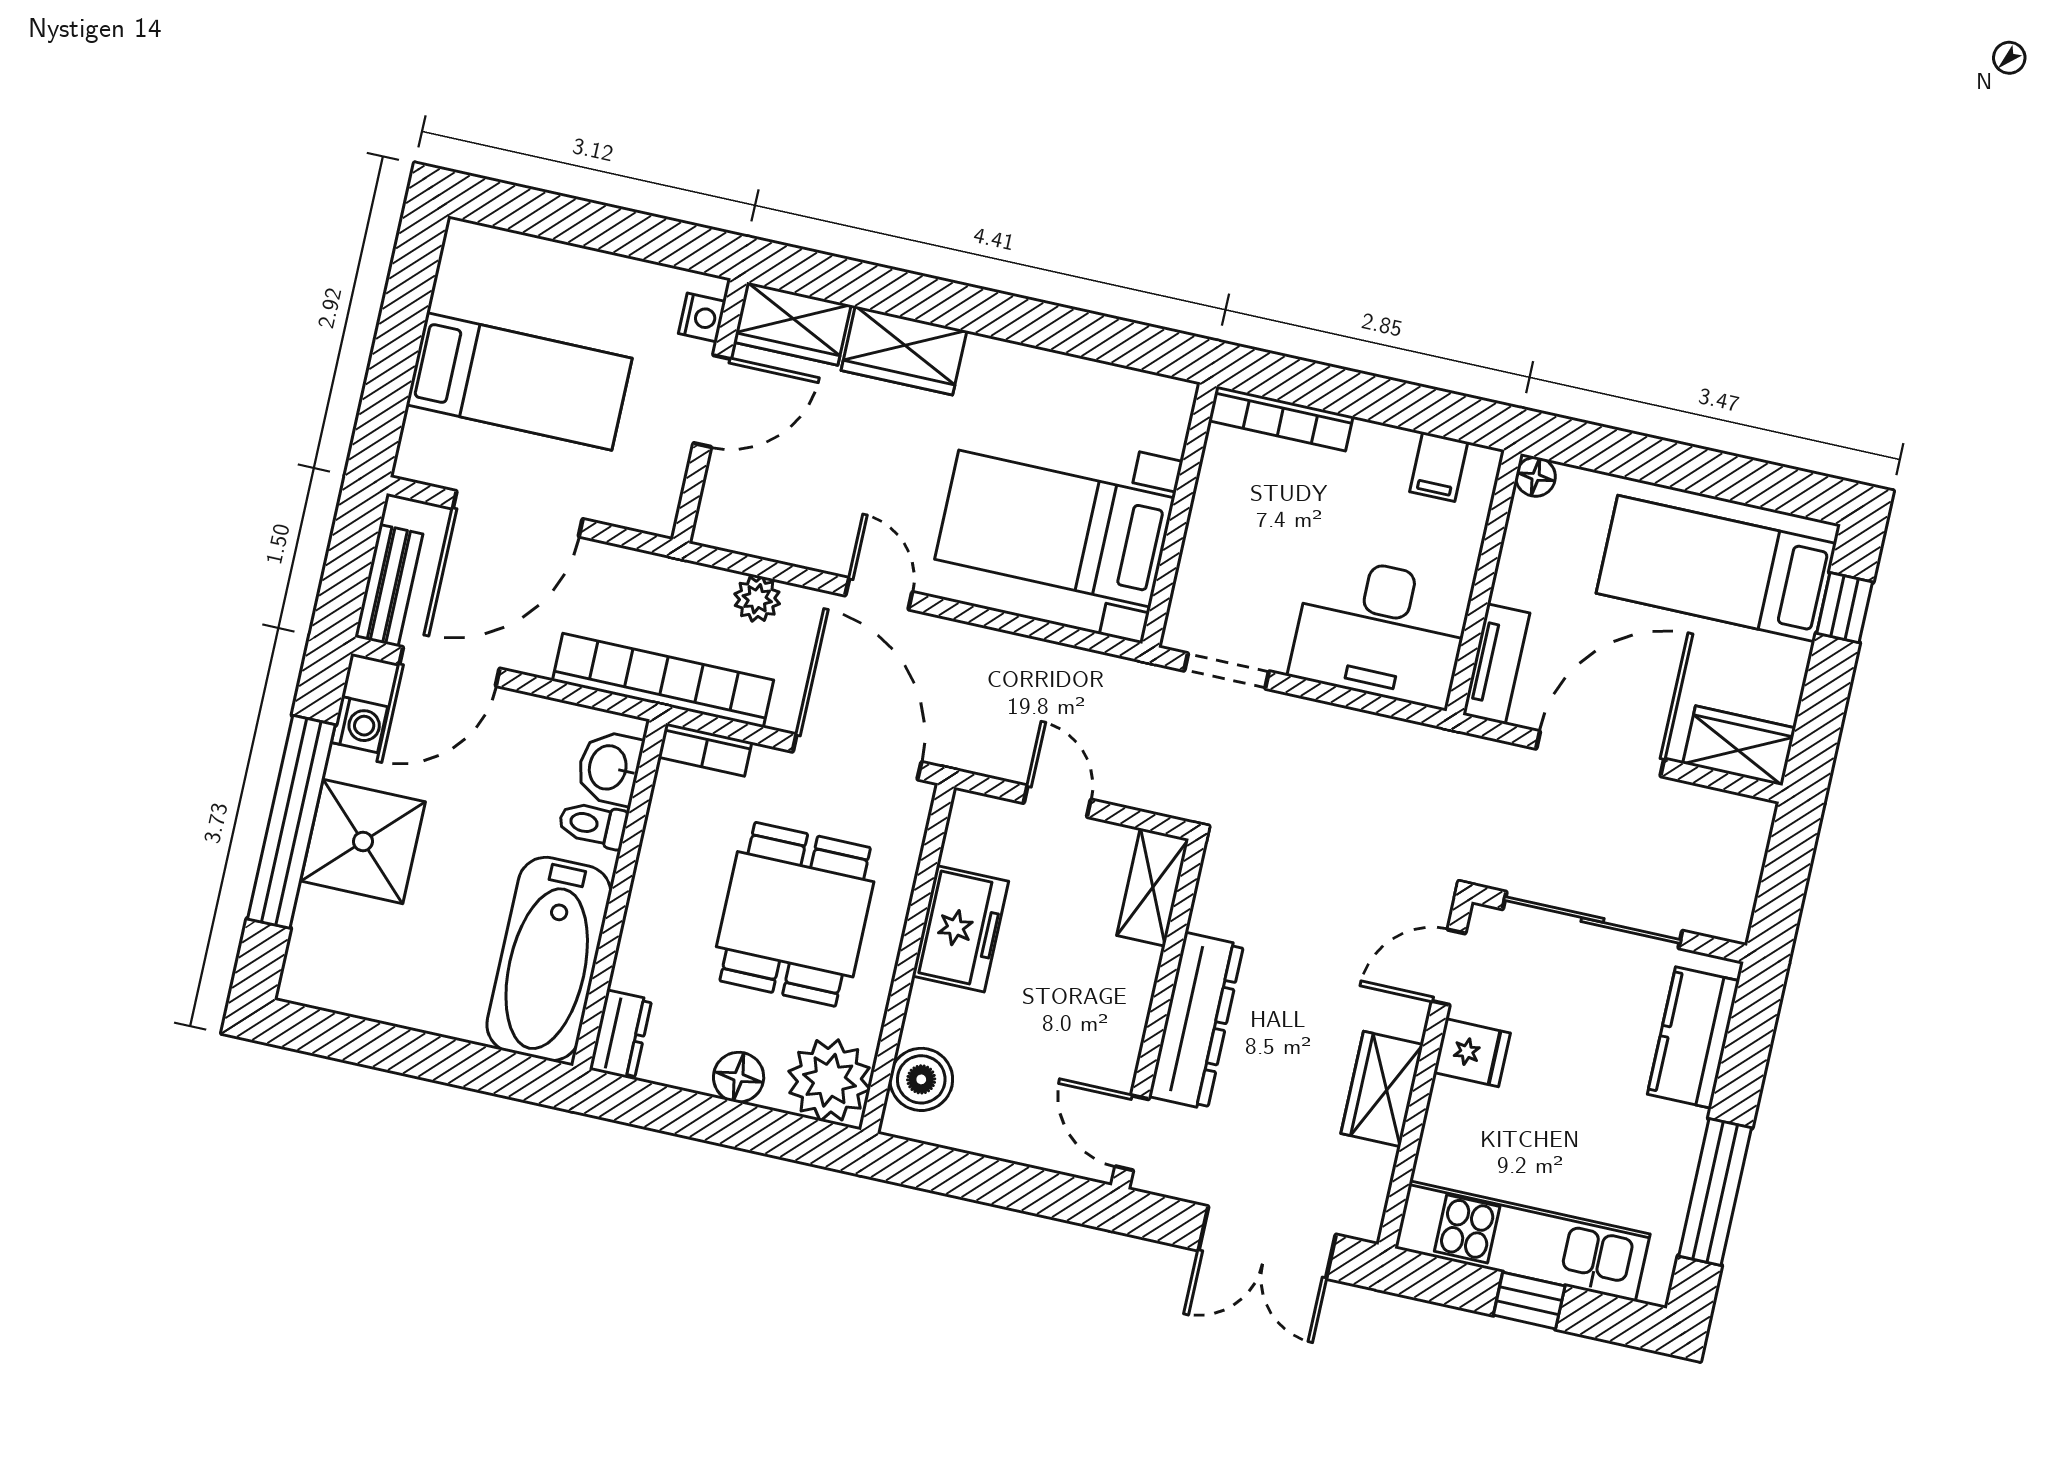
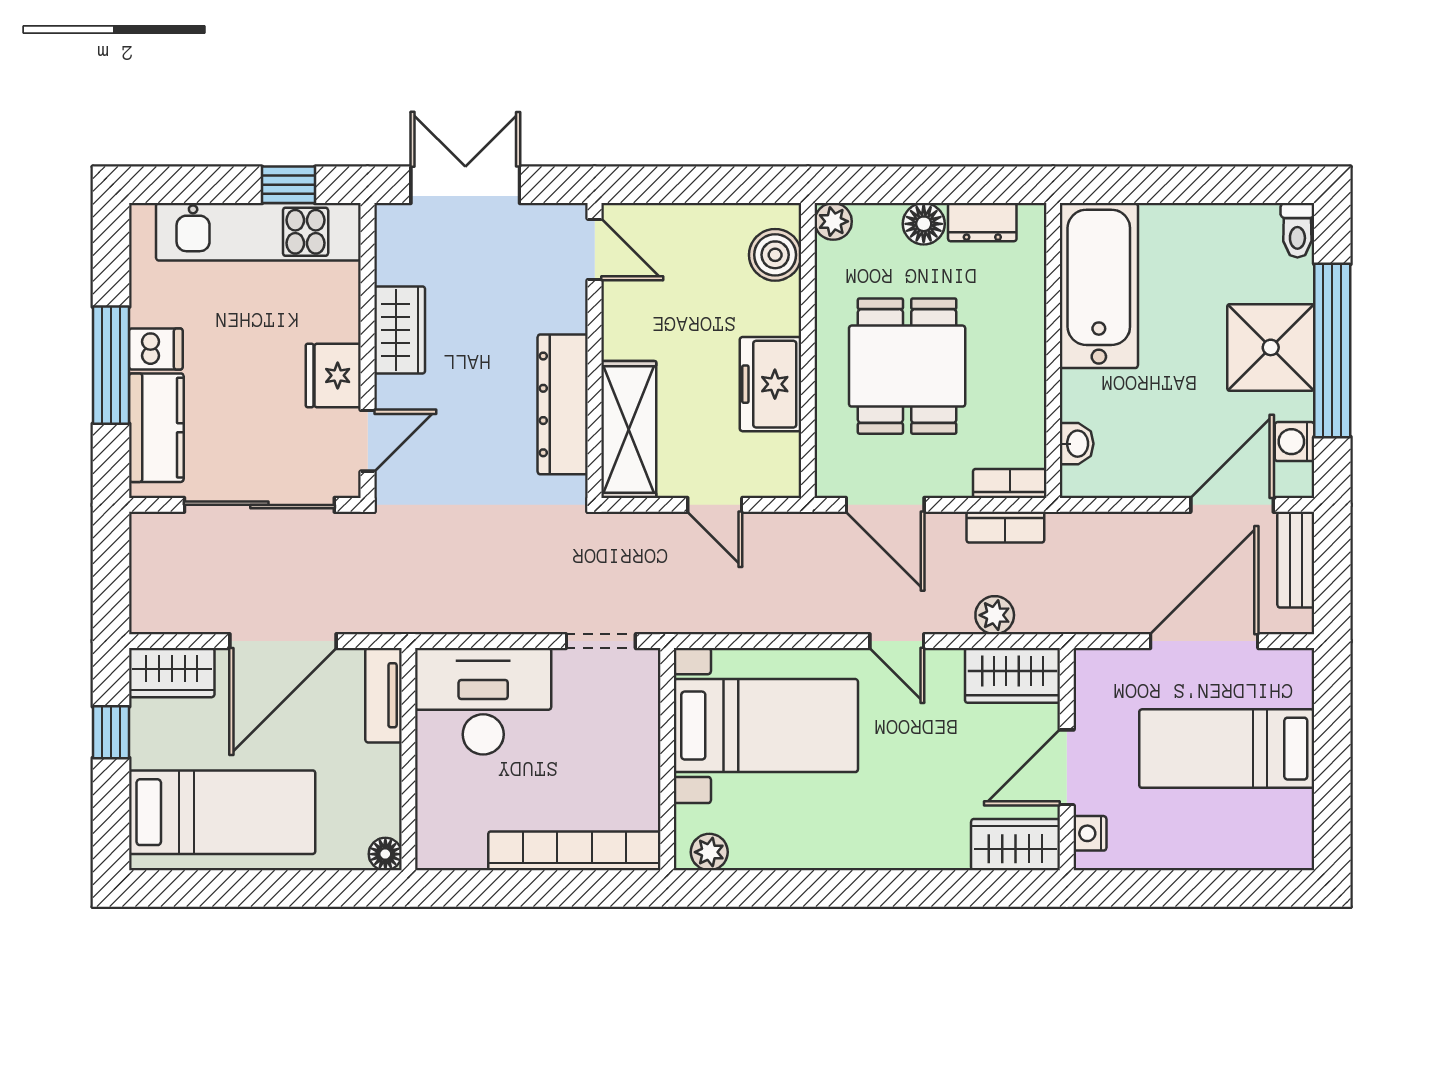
wardrobe: (904, 351) -> (1012, 675), moved, turned 180
plant: (1154, 395) -> (709, 852), added
bookcase: (1281, 419) -> (574, 851), width x1.48, depth x1.31
filing cabinet: (1439, 467) -> (466, 845), removed
window: (1845, 608) -> (111, 732), moved
bookcase: (663, 680) -> (1005, 527), width x0.43, depth x0.76
door: (857, 757) -> (885, 505), width x0.73
washbasin: (609, 768) -> (1077, 444), width x0.72, depth x0.69
toilet: (593, 824) -> (1297, 230), moved, turned 90
shelving: (1153, 887) -> (629, 429), width x1.50, depth x1.33
dresser: (1196, 1021) -> (563, 404), moved
dresser: (621, 1035) -> (982, 222), moved, turned -90
fridge: (1472, 1053) -> (333, 375), width x1.38
plant: (829, 1080) -> (833, 221), width x0.53, depth x0.53
dishwasher: (1674, 1130) -> (156, 349), added
window: (1715, 1192) -> (111, 365), moved
window: (1529, 1301) -> (288, 185), moved

